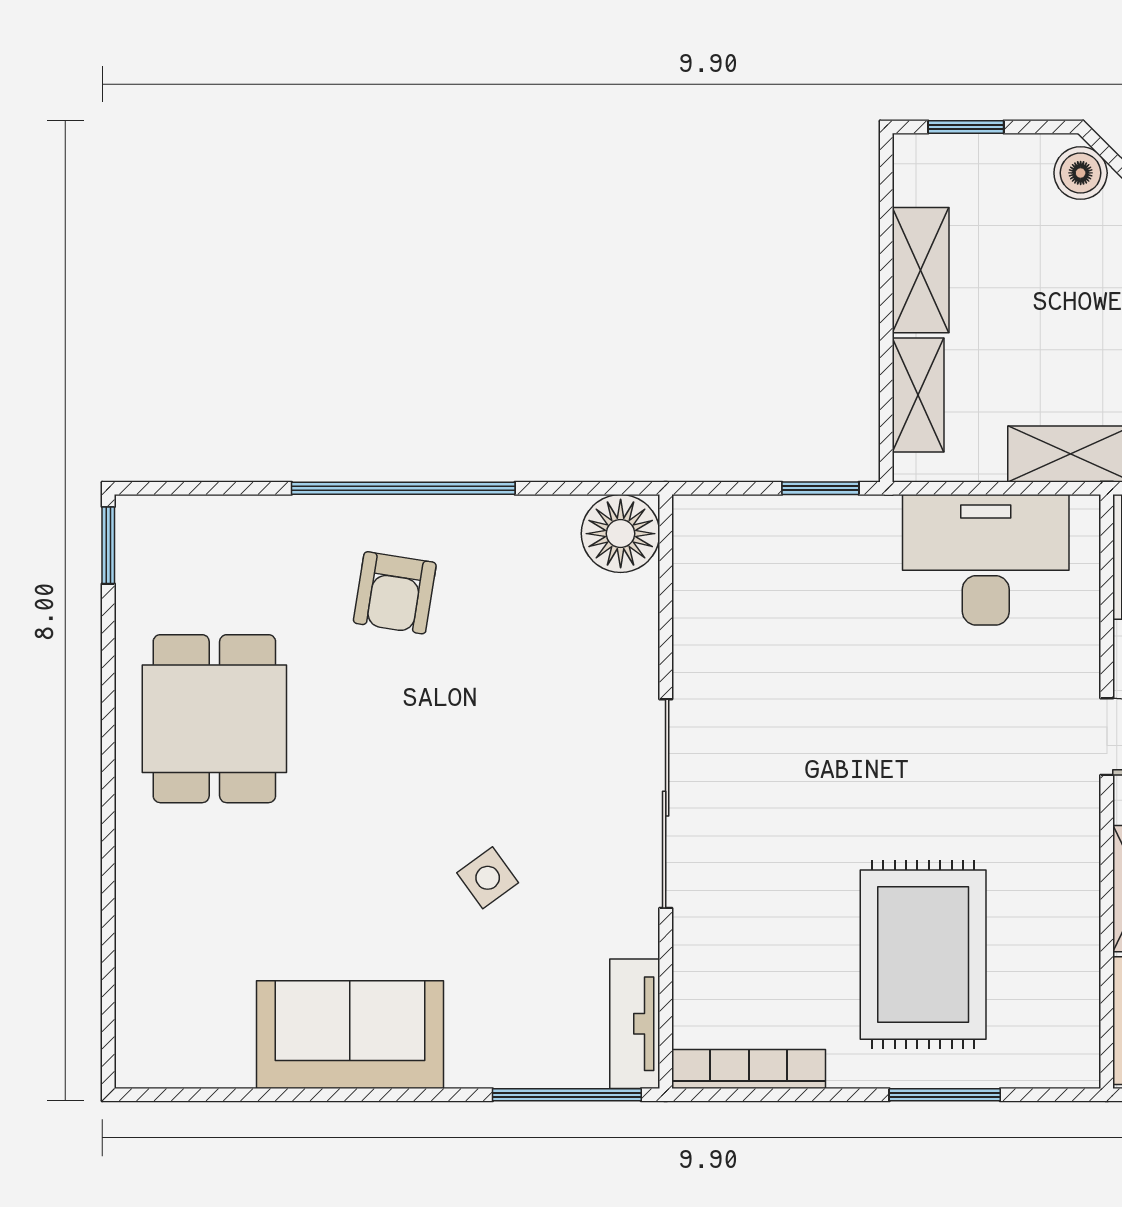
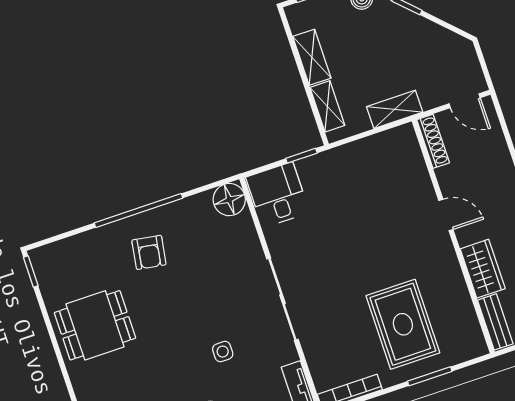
desk: (986, 560) -> (278, 195), moved, width x0.73
dining table: (214, 719) -> (95, 325), turned 90
side table: (488, 878) -> (223, 352), turned 36

